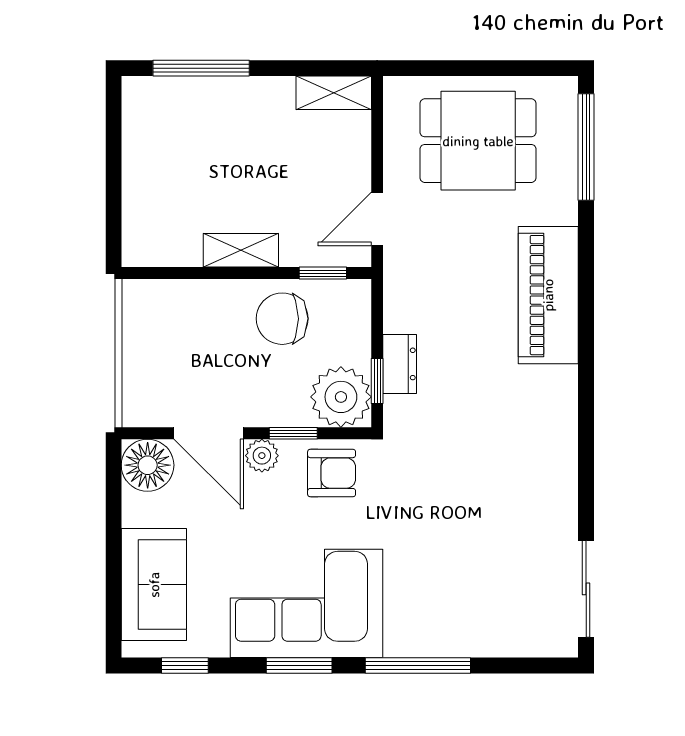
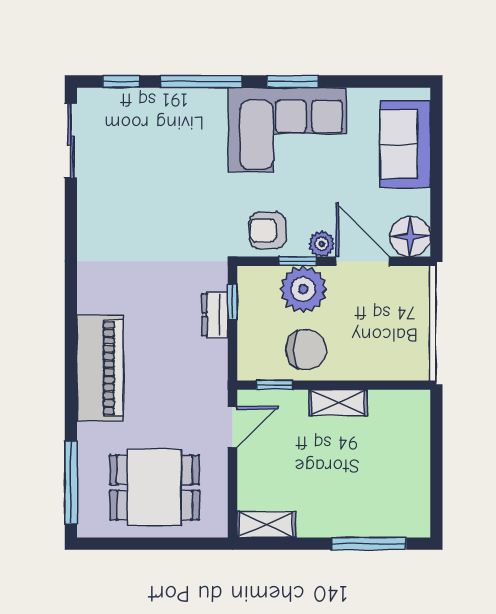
plant: (341, 397) -> (303, 289), moved
window: (185, 665) -> (121, 81), moved

